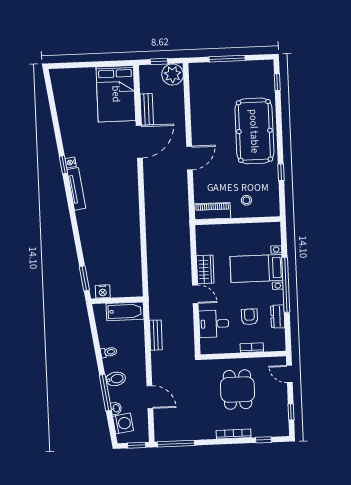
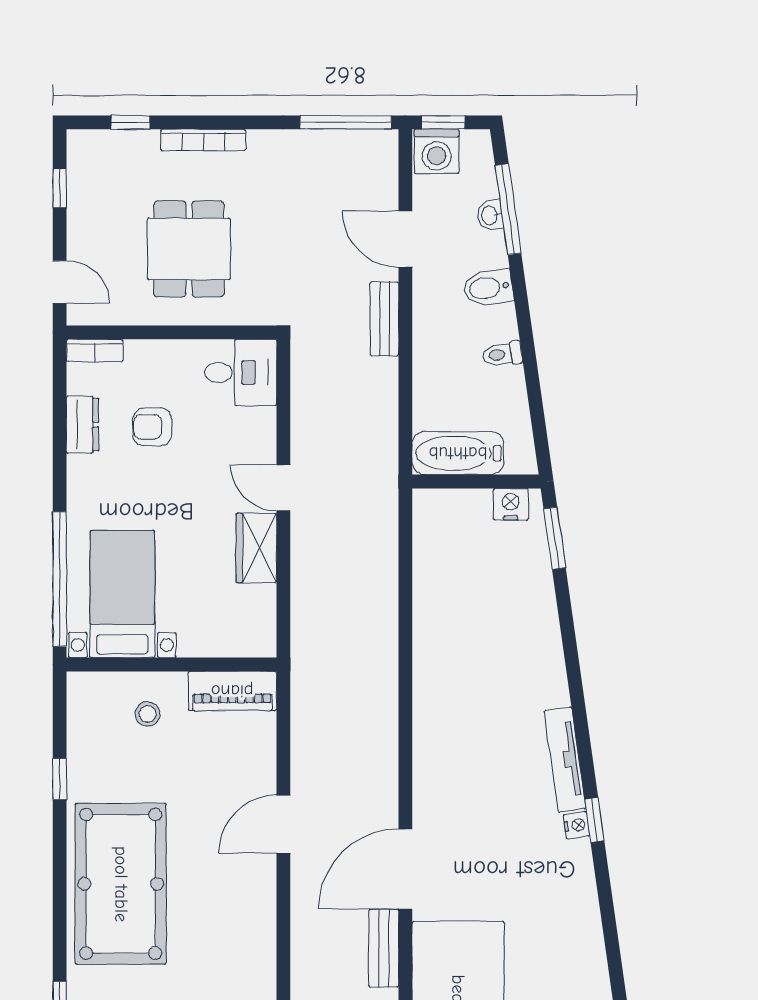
bed with nightstands: (256, 268) -> (122, 594), moved, turned -90
window: (286, 285) -> (60, 579), moved
armchair: (249, 317) -> (152, 427), turned 90
desk: (214, 324) -> (241, 372), moved
bench: (156, 335) -> (384, 319), moved
bookcase: (252, 348) -> (95, 350), moved
window: (105, 393) -> (508, 209), moved
washing machine: (123, 423) -> (437, 151), moved, turned -82

